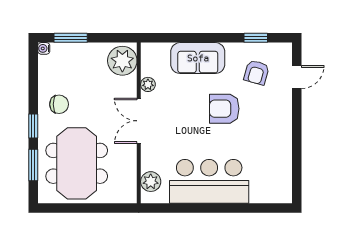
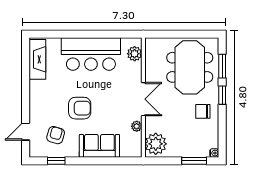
fireplace: (281, 174) -> (37, 59), added

